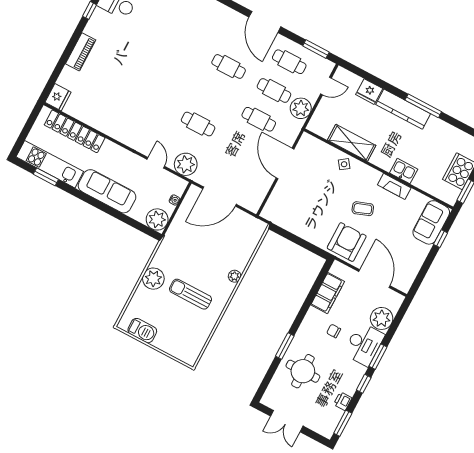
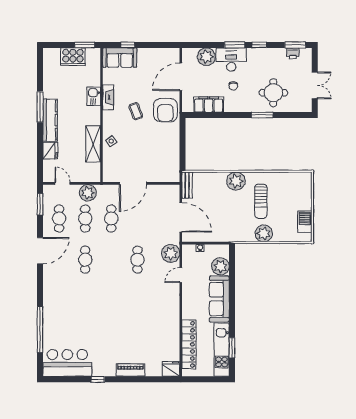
plant: (157, 219) -> (220, 266), moved
bench: (251, 222) -> (187, 185), added
armchair: (347, 242) -> (165, 110), turned -90
plant: (235, 276) -> (236, 181), width x1.88, depth x1.88
printer: (343, 401) -> (293, 53), moved

